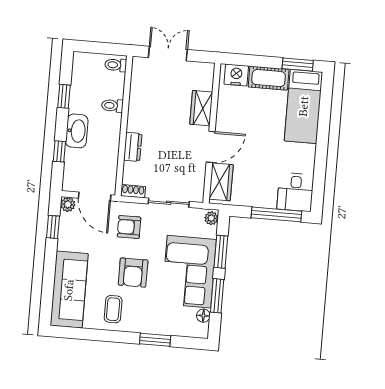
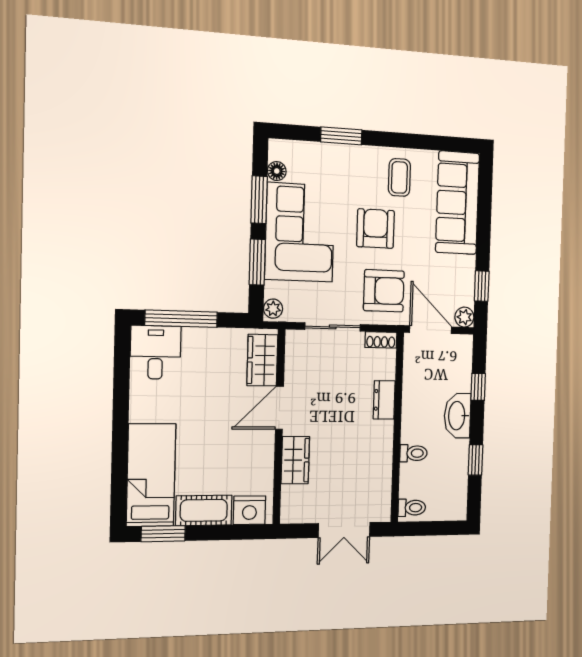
armchair: (129, 227) -> (384, 291), width x1.38, depth x1.38

